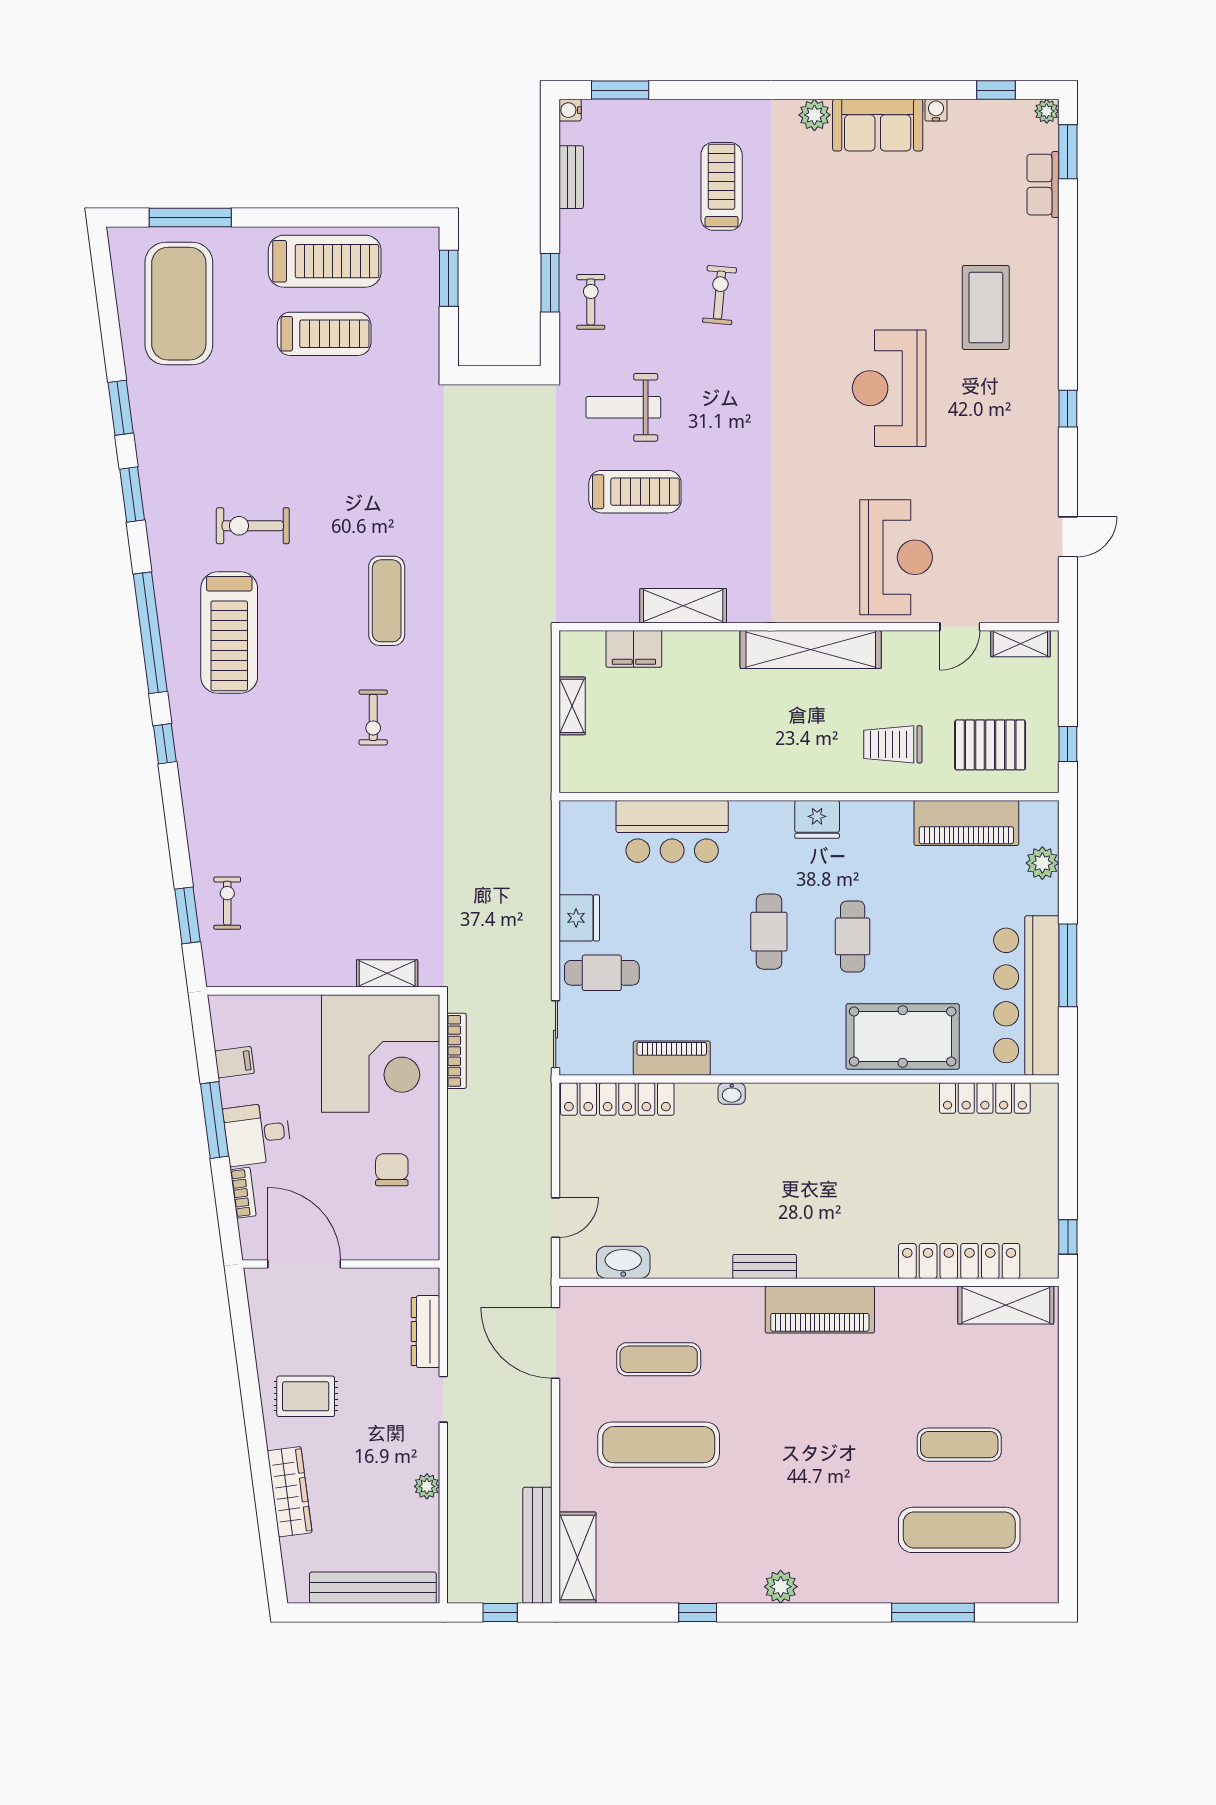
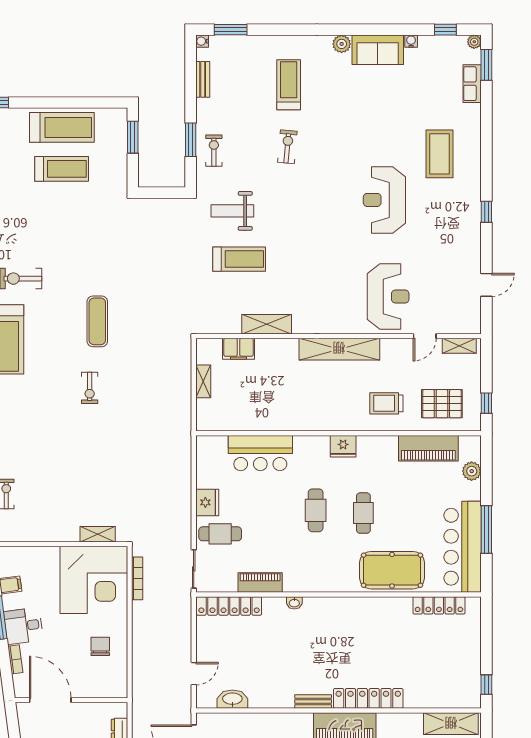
locker: (959, 1261) -> (368, 698), moved

